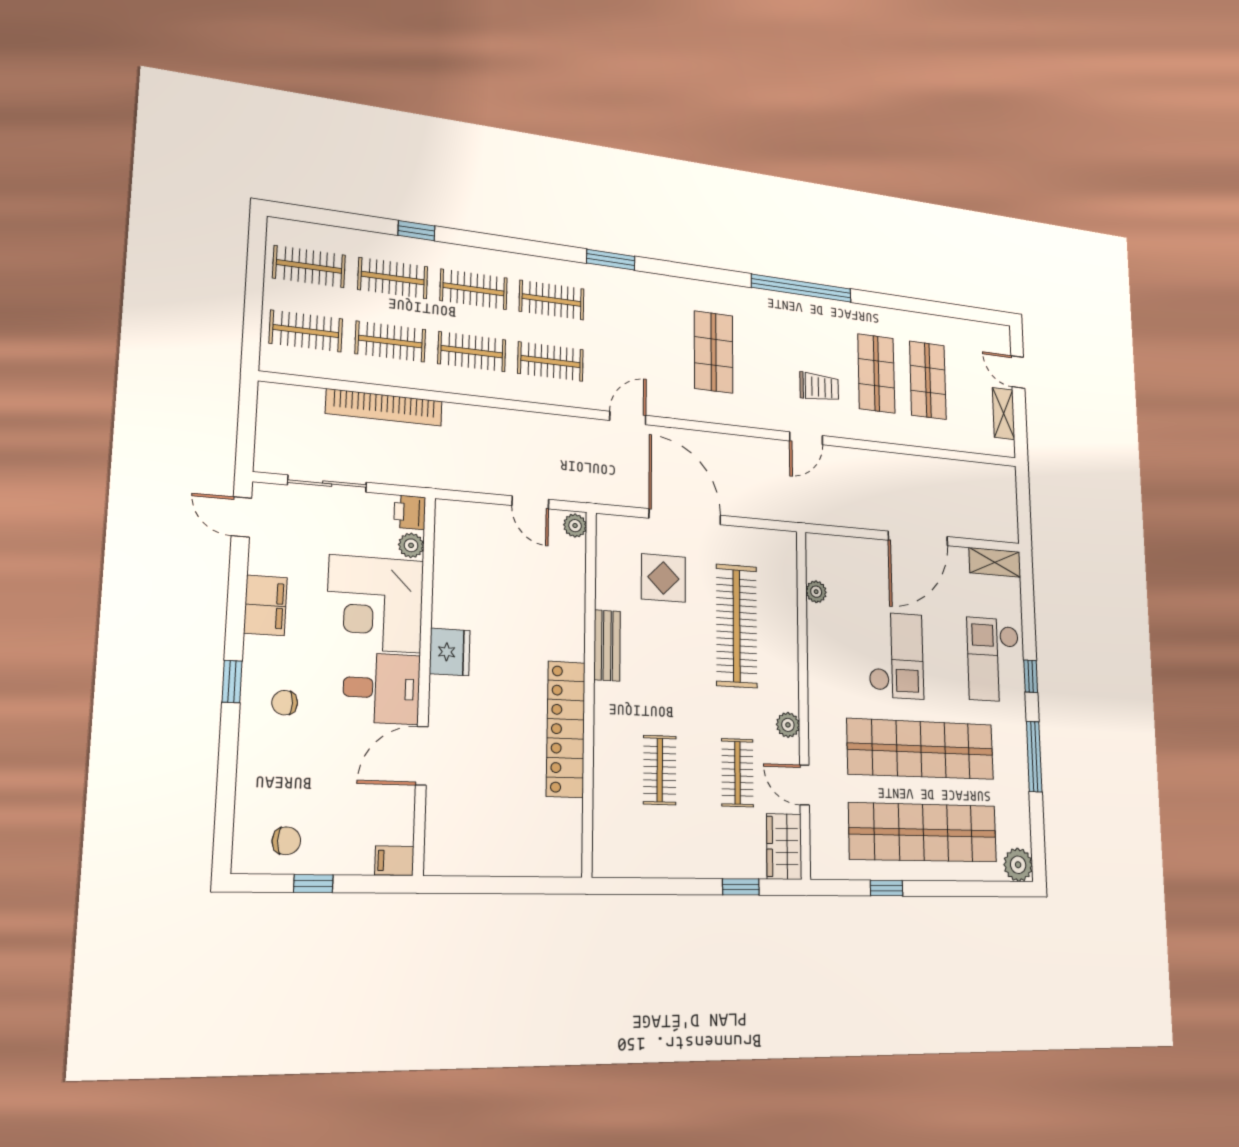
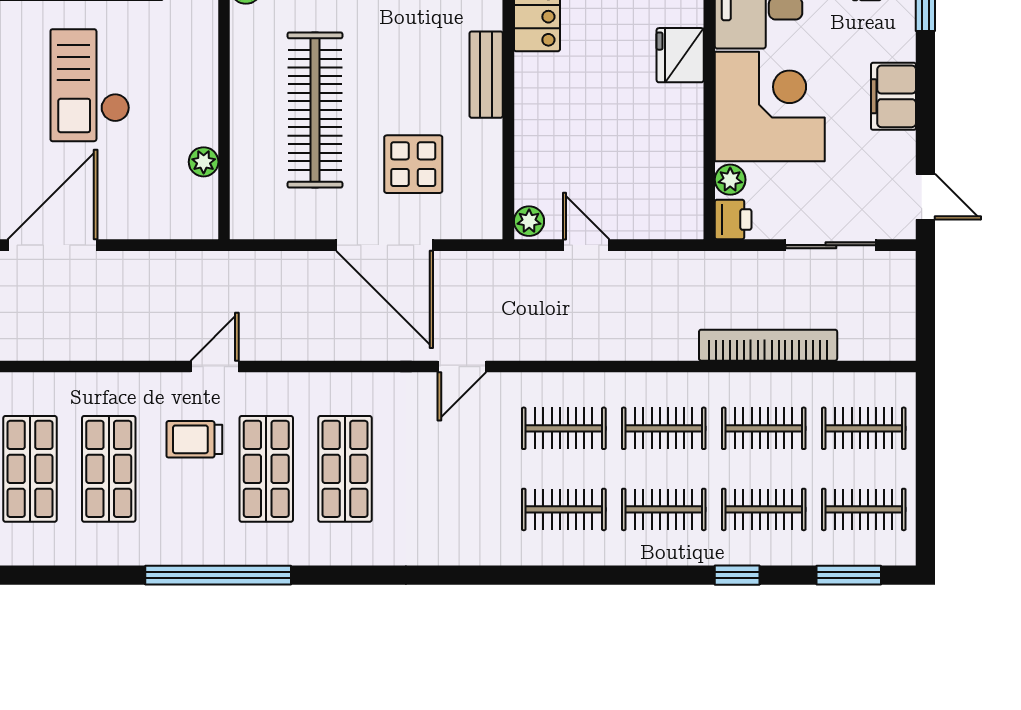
window: (611, 260) -> (849, 575), moved
shop shelf: (769, 359) -> (266, 469), added

